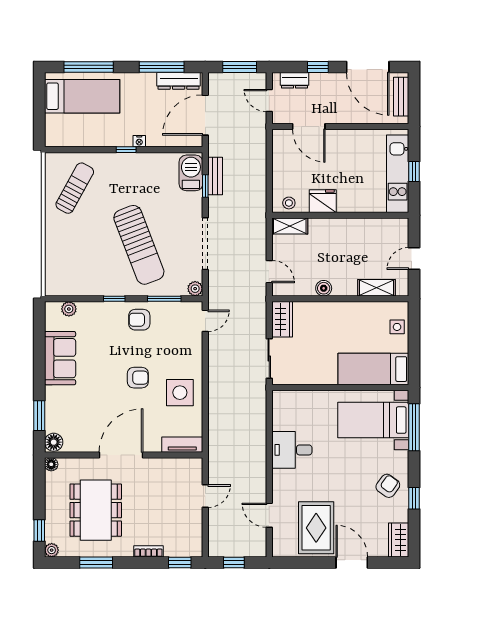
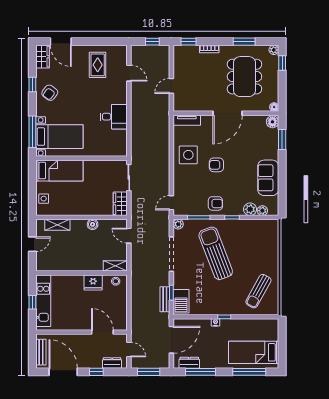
dresser: (179, 81) -> (189, 363), width x0.70
plant: (87, 311) -> (250, 209), added
rug: (316, 528) -> (98, 65), width x0.73, depth x0.70
door: (352, 562) -> (61, 42), moved

